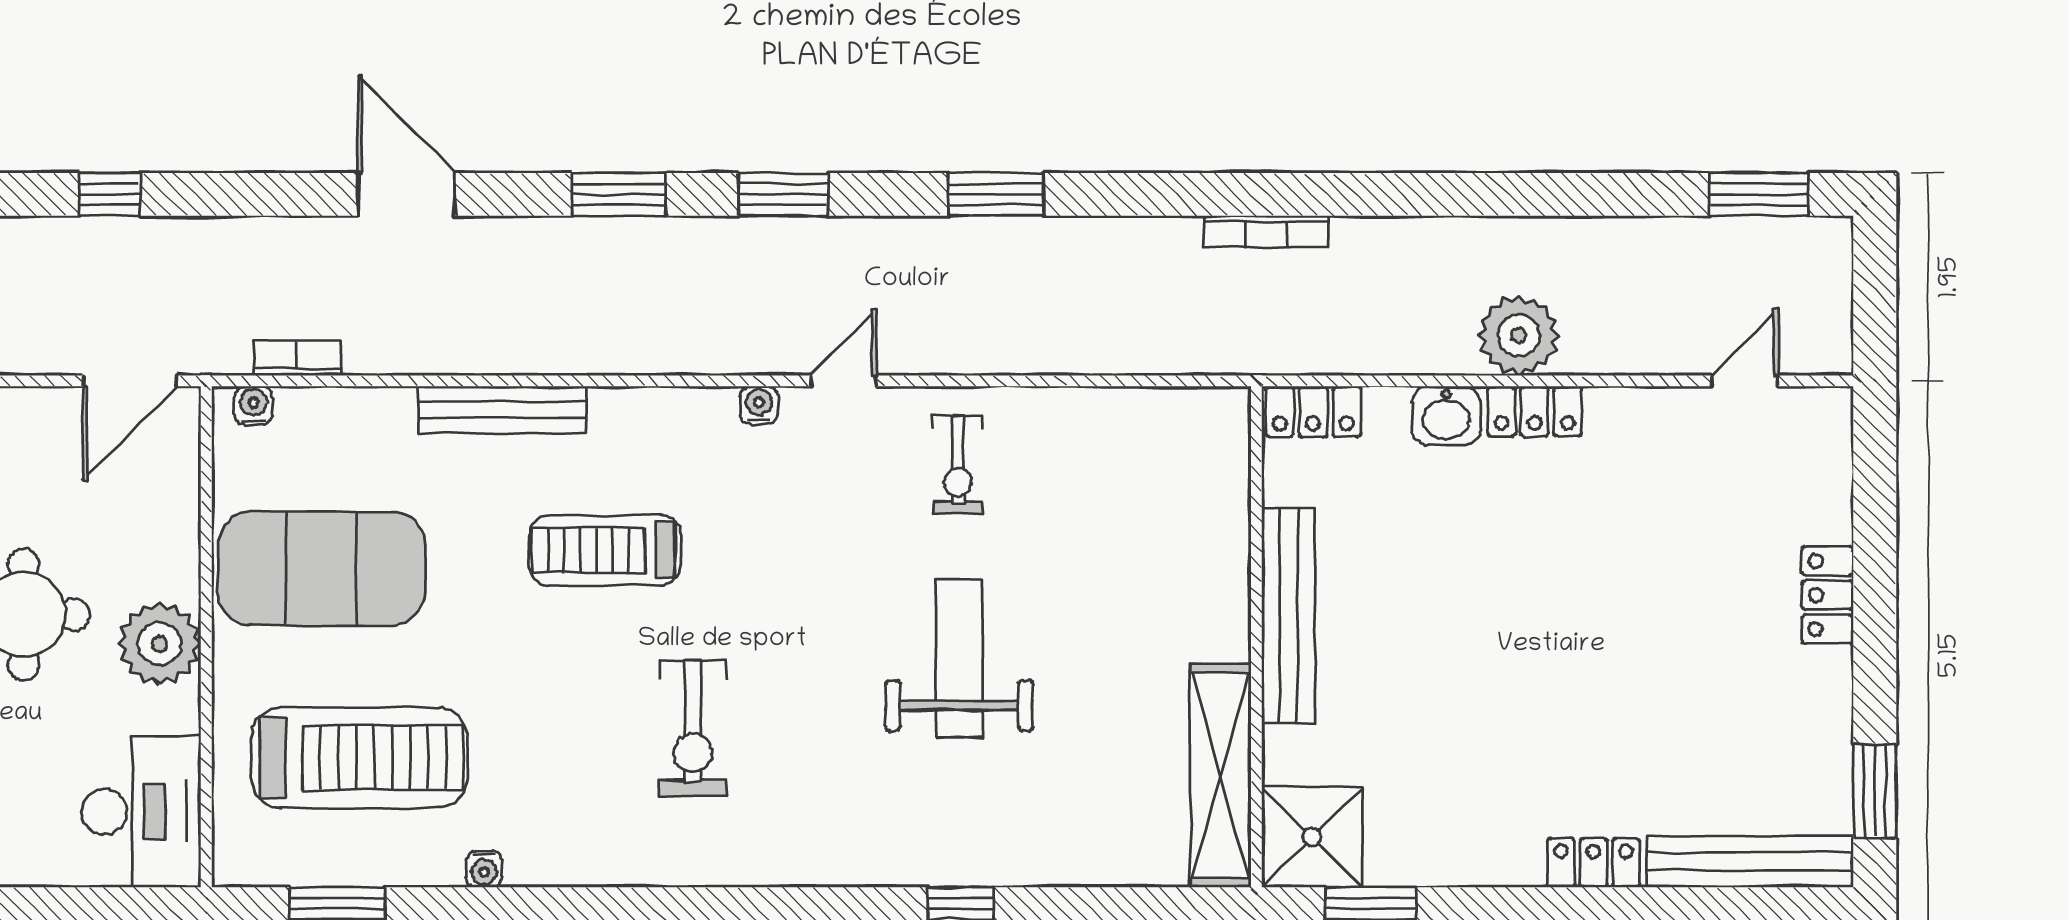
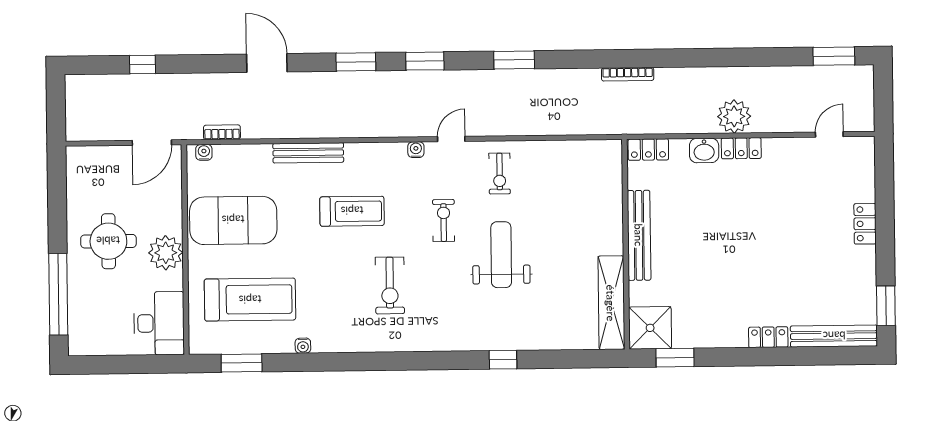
treadmill: (605, 550) -> (352, 211), turned 180
exercise bike: (823, 575) -> (444, 220), added

